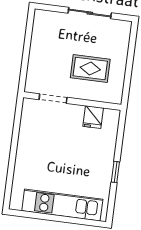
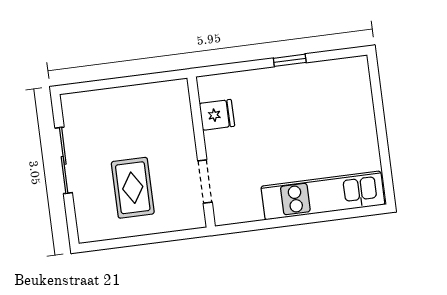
rug: (90, 69) -> (133, 188), moved
kitchen unit: (62, 205) -> (323, 195), moved, turned 90

